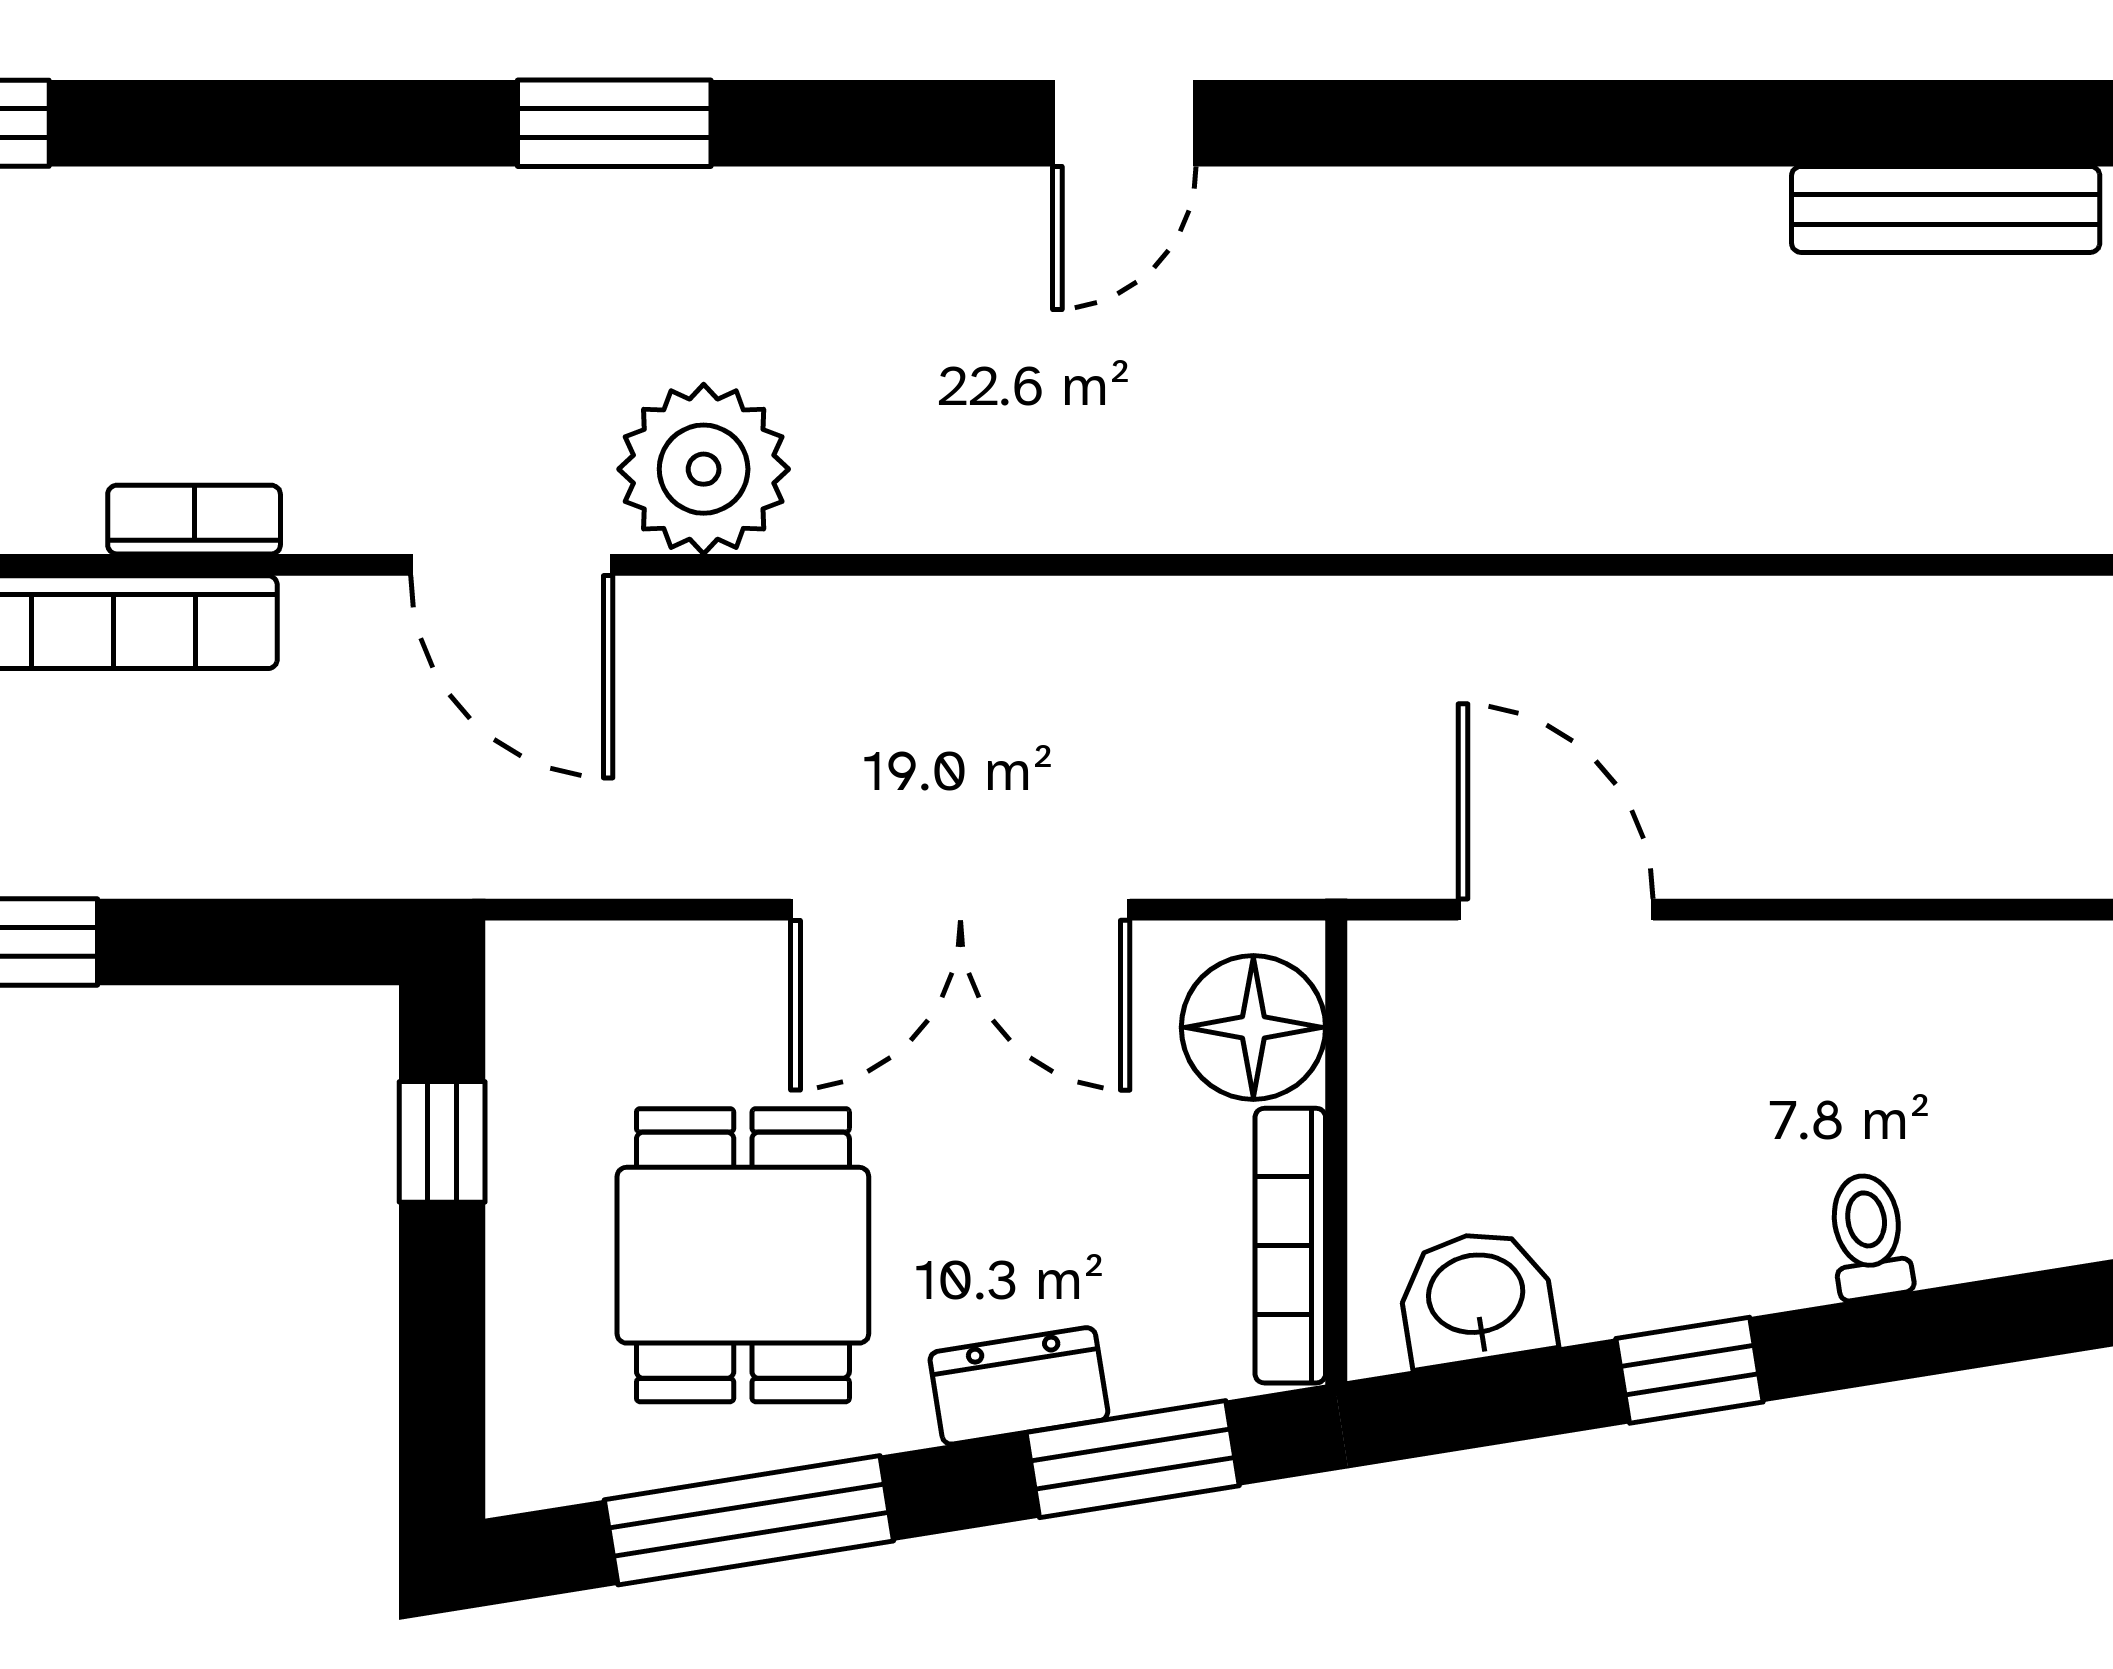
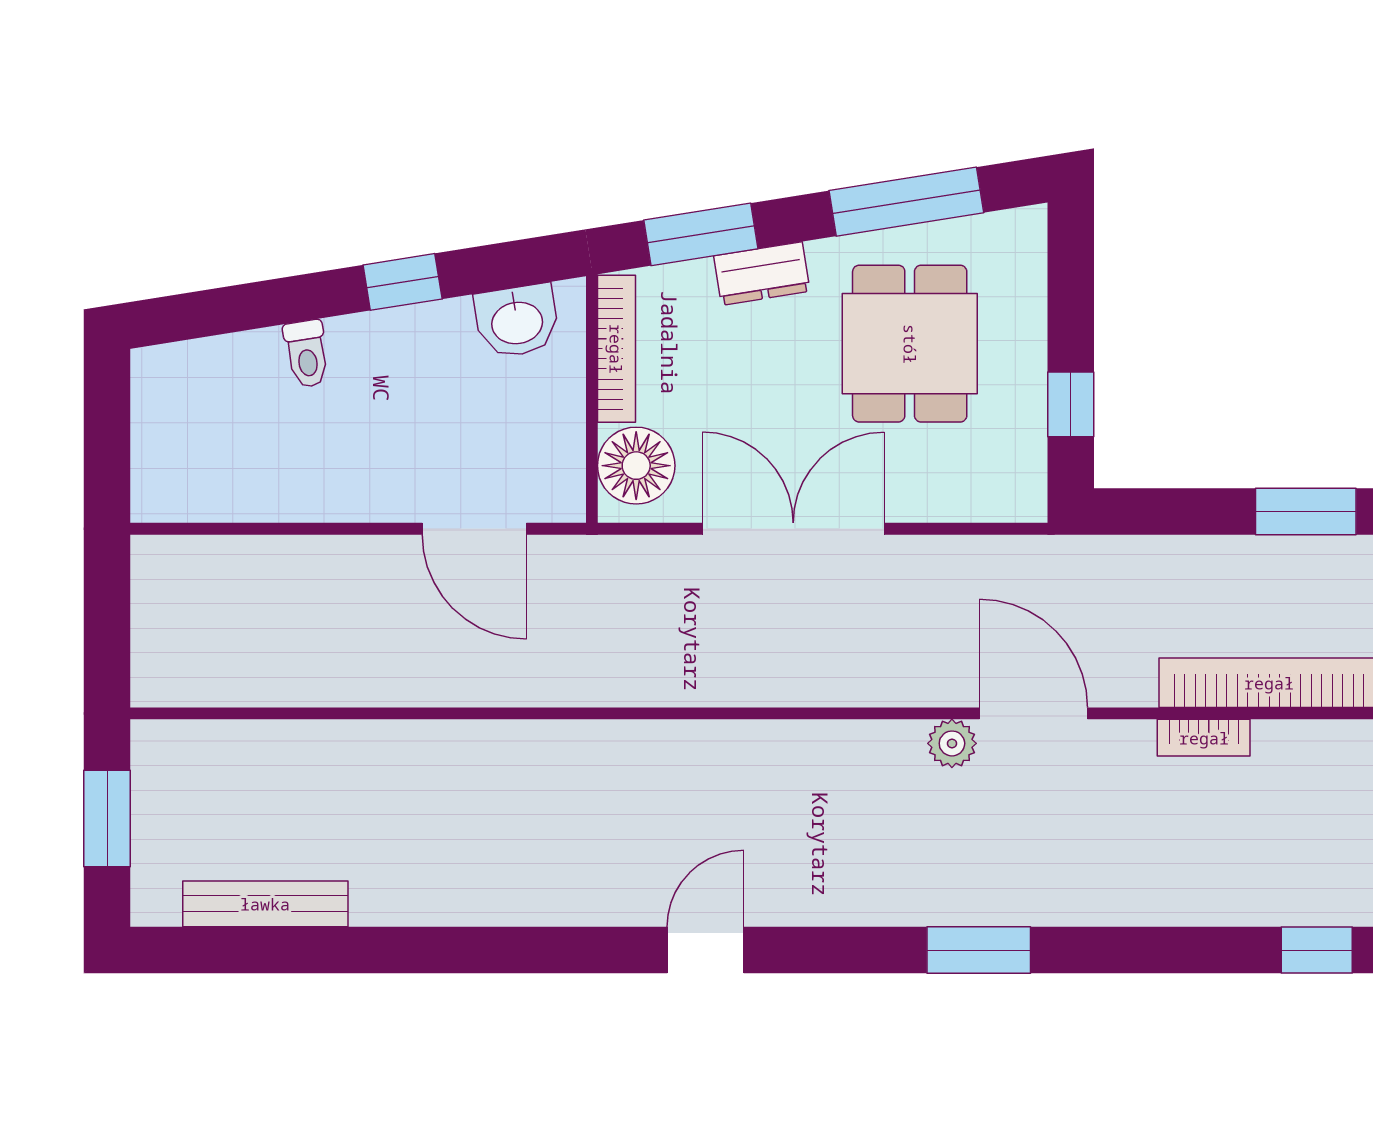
plant: (704, 469) -> (952, 743), width x0.53, depth x0.53

